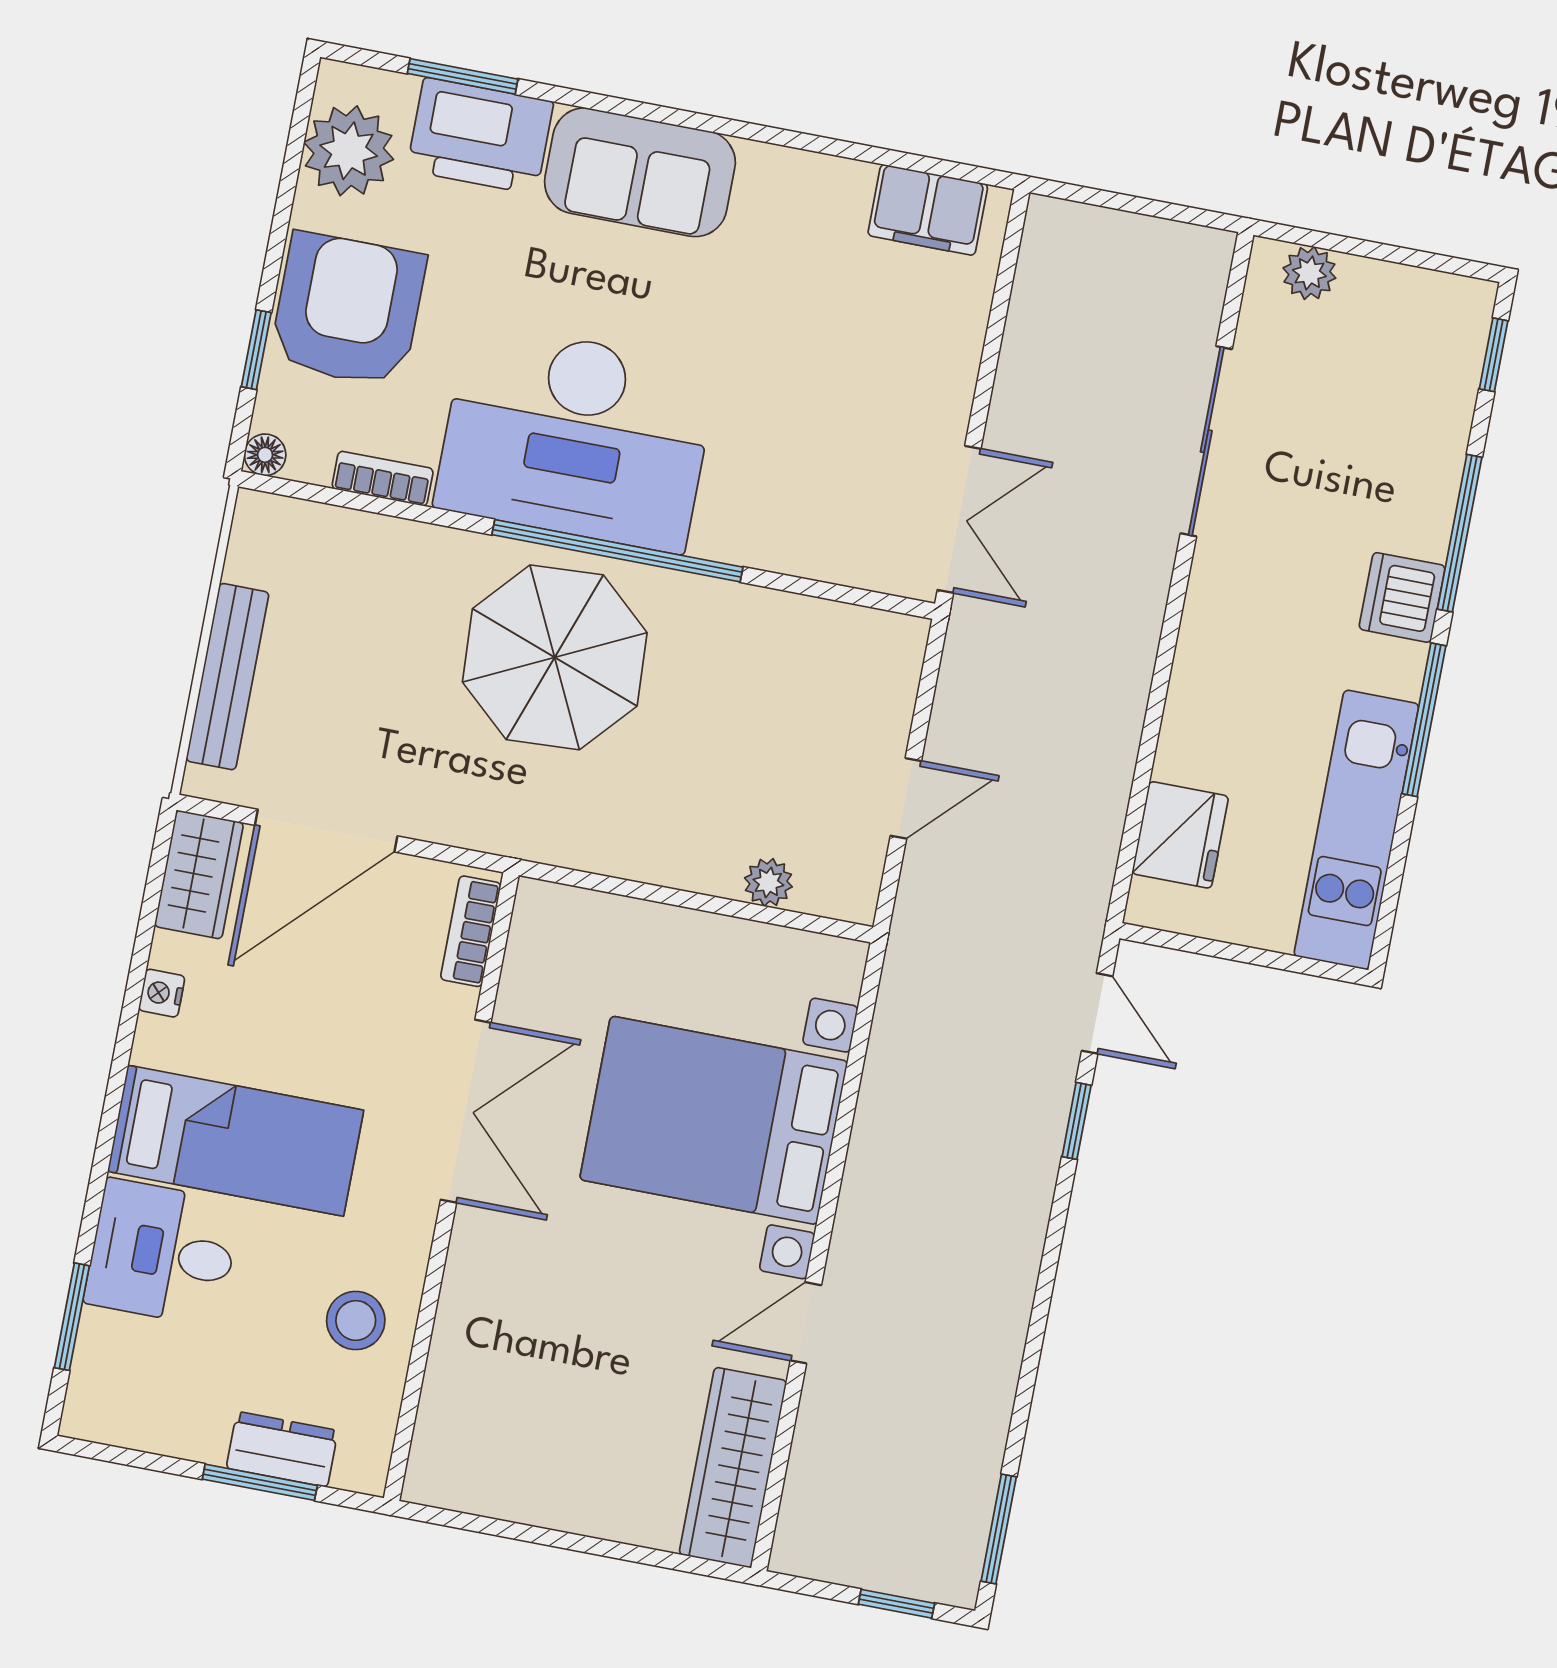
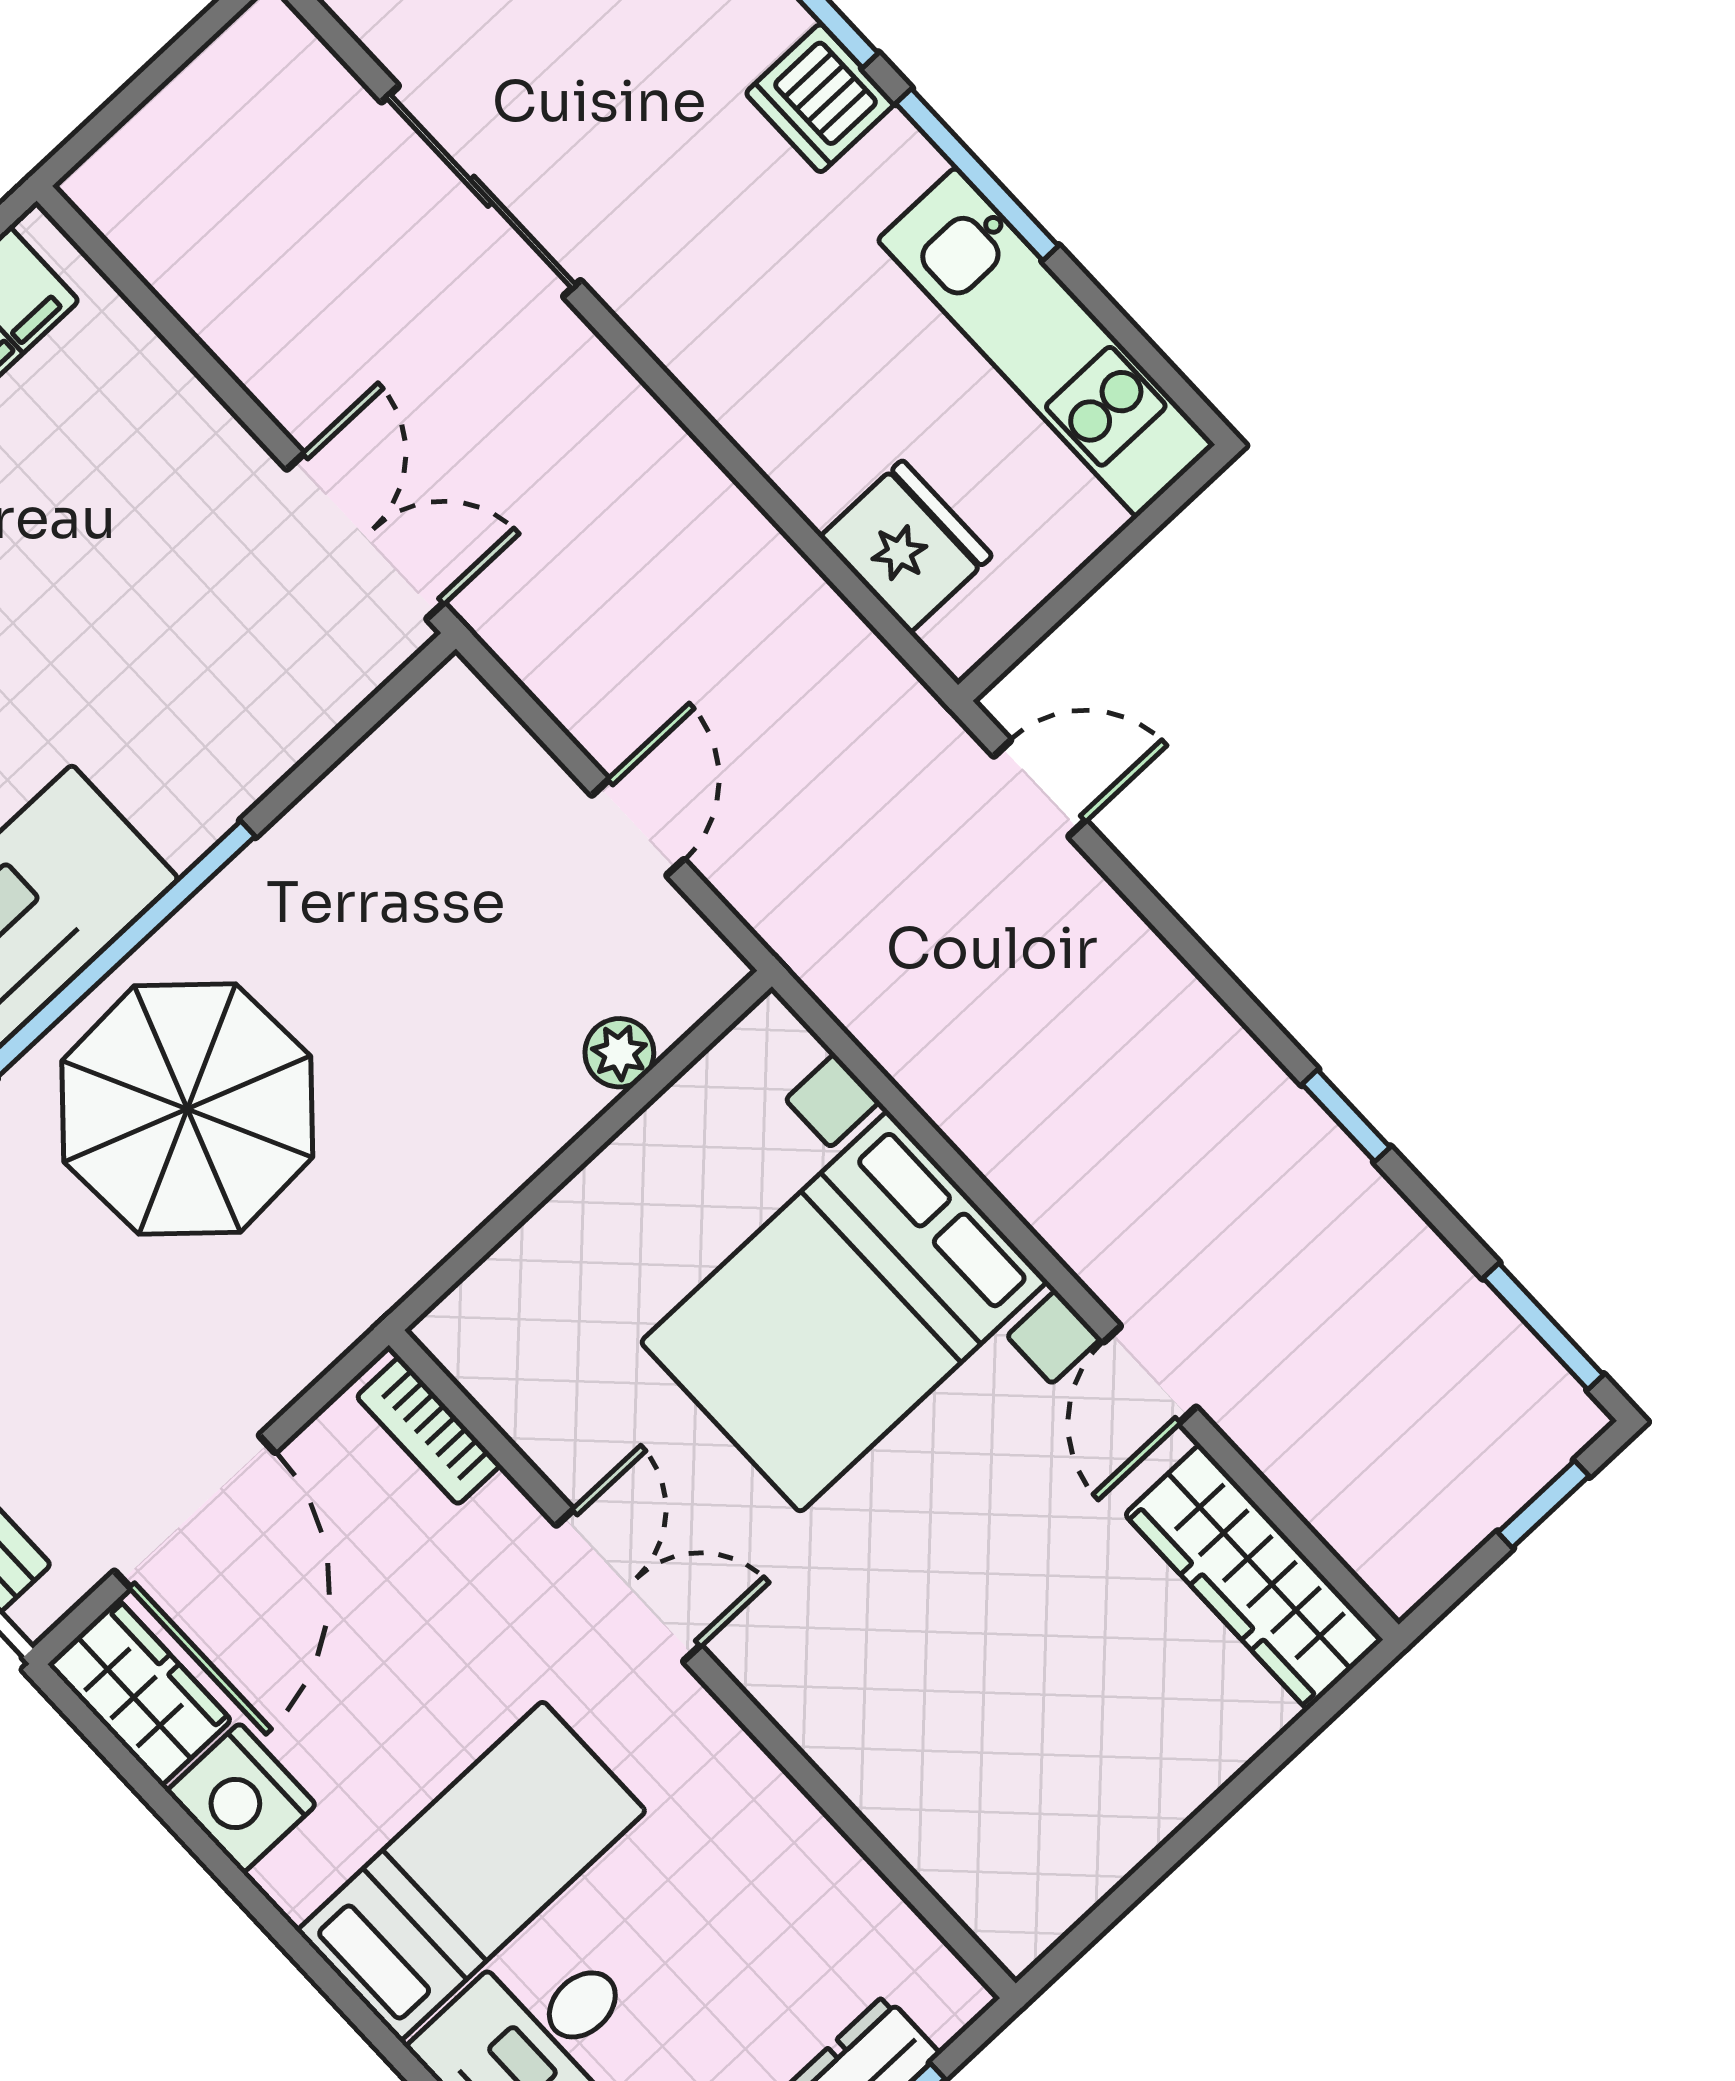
nightstand: (162, 993) -> (241, 1798), width x1.89, depth x1.79
double door: (466, 1111) -> (628, 1585), width x0.73
window: (1077, 1121) -> (1346, 1116), moved
stool: (356, 1320) -> (775, 1883), removed

